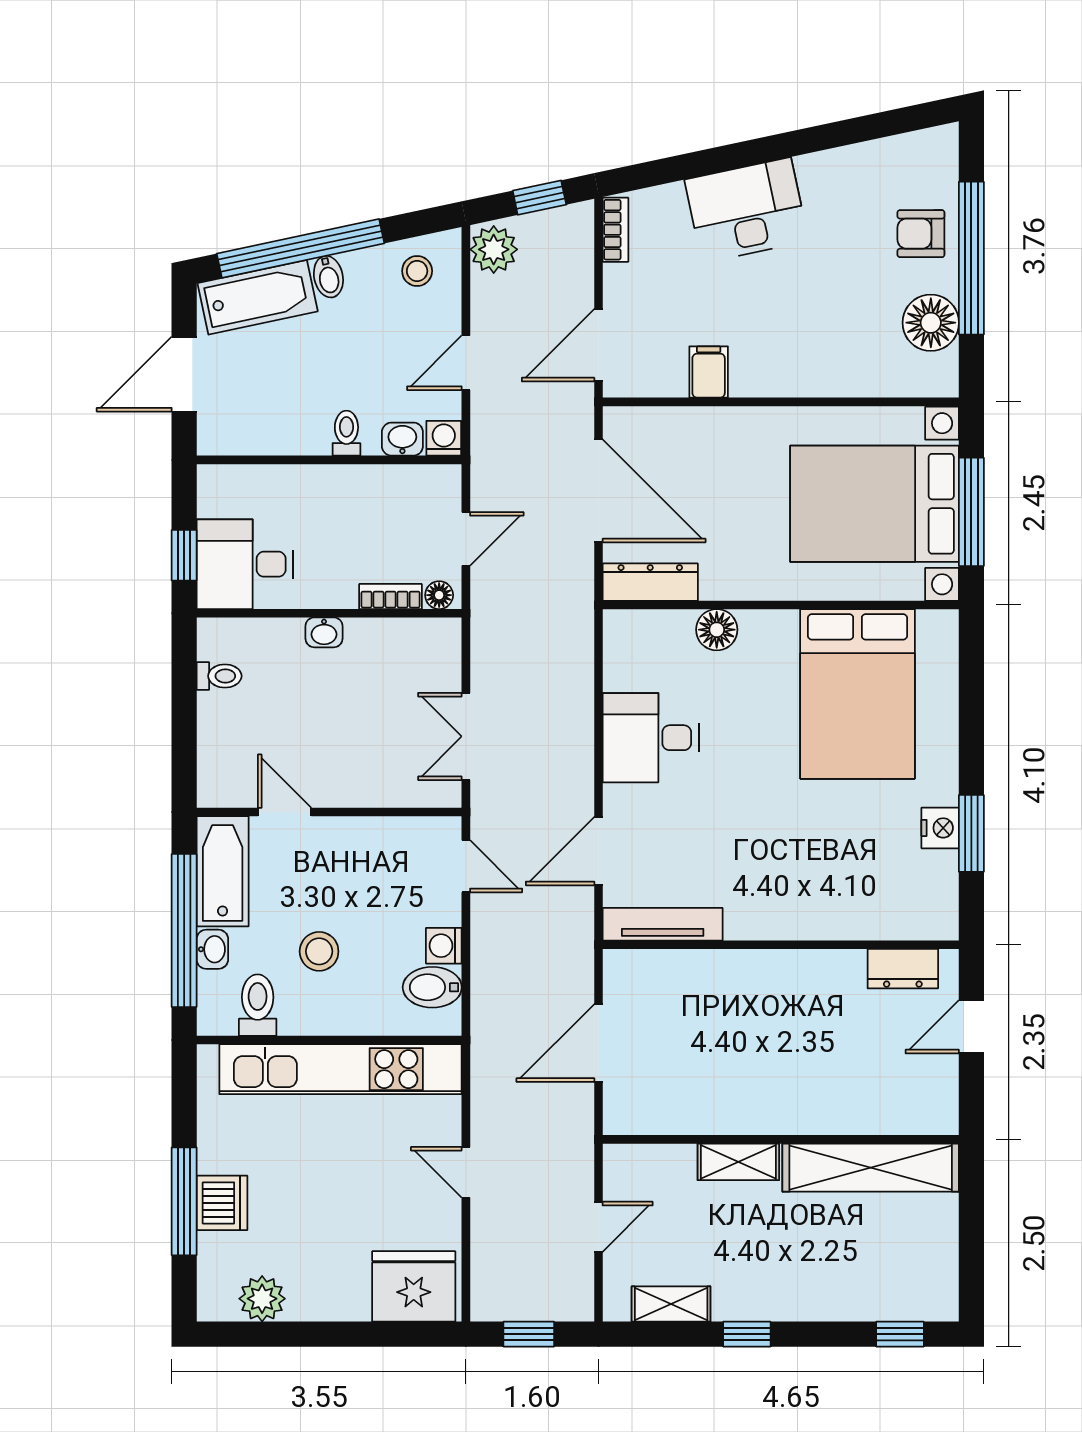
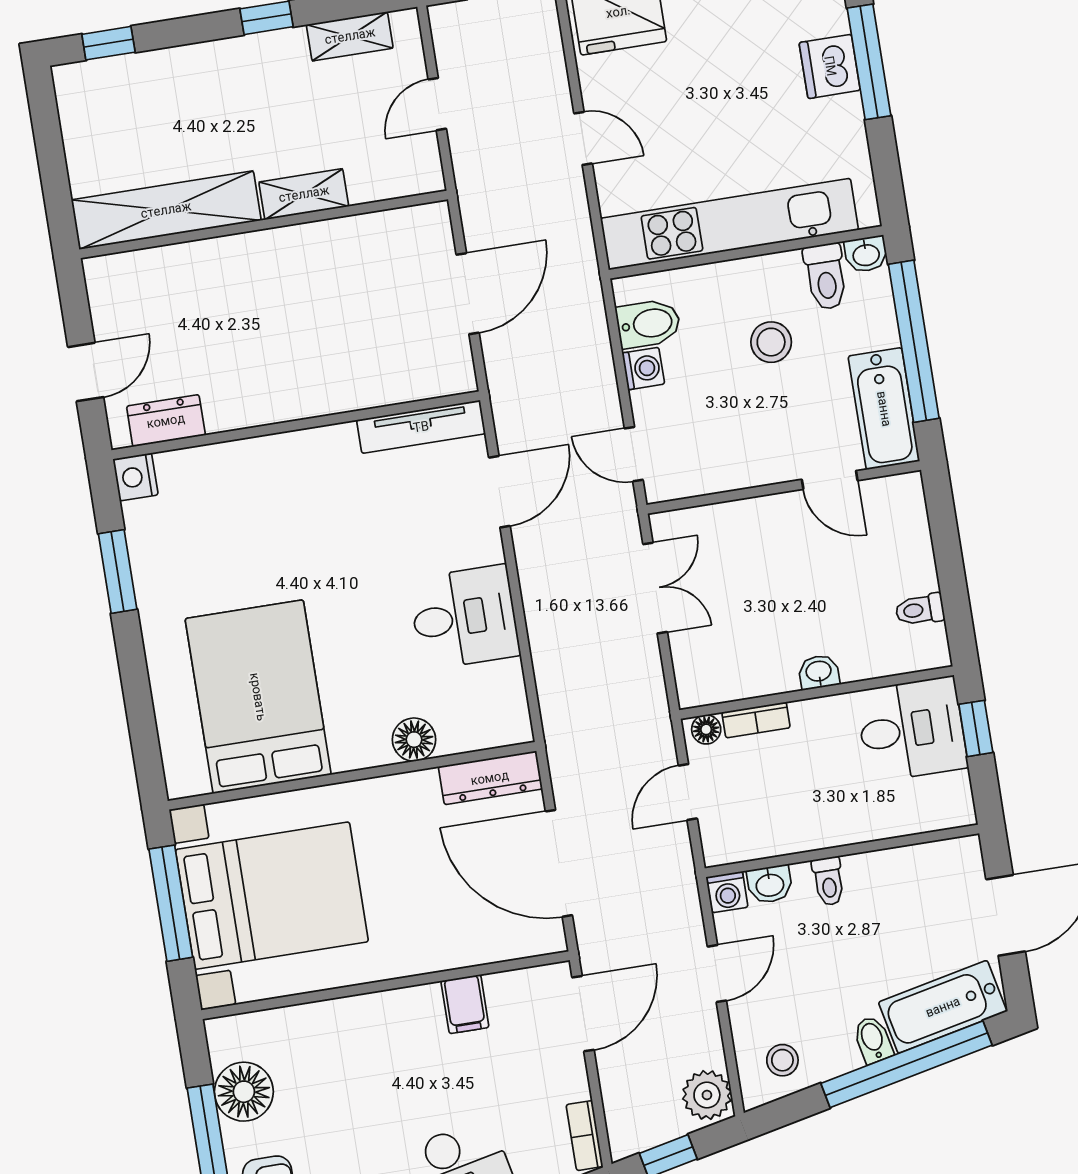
nightstand: (940, 828) -> (135, 477), moved
washbasin: (212, 949) -> (866, 254), moved, turned -90

